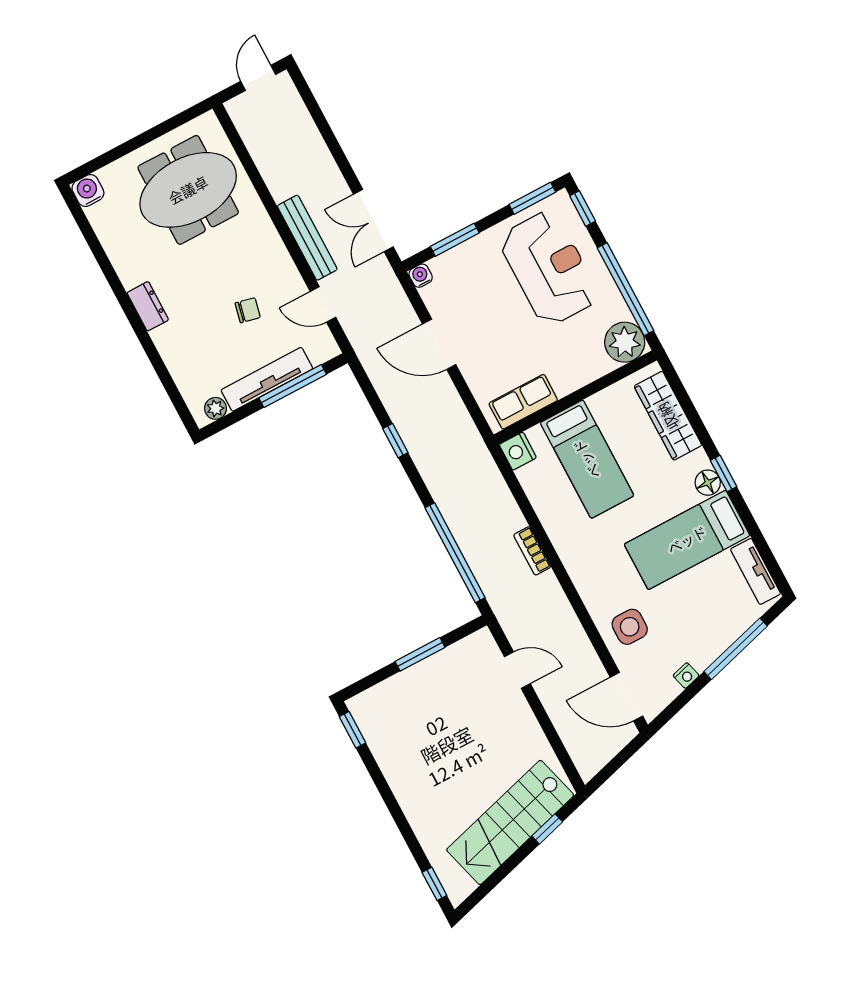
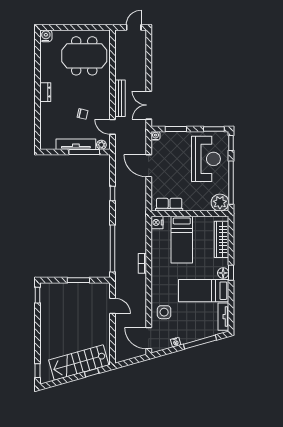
plant: (215, 408) -> (101, 145), moved

